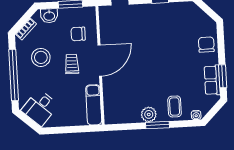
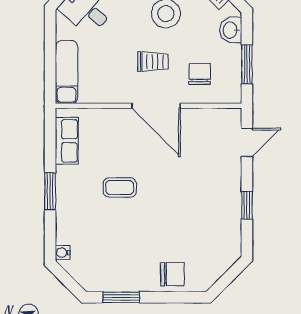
row of seats: (212, 80) -> (67, 141), moved, turned 90
exam couch: (94, 105) -> (67, 72), moved, turned 90
coffee table: (175, 106) -> (120, 187), moved
plant: (149, 114) -> (67, 178), removed

